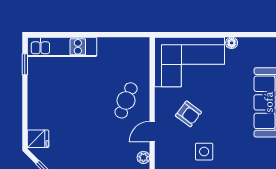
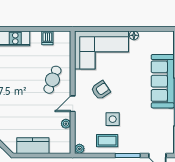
dishwasher: (119, 46) -> (47, 38), added
armchair: (188, 114) -> (101, 90), turned -71

